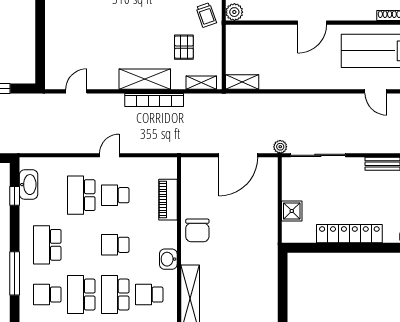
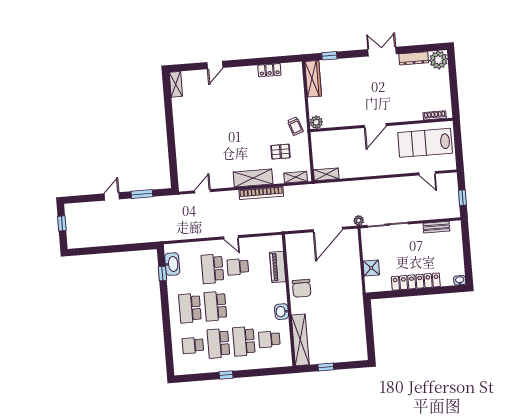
pallet: (184, 47) -> (280, 152), turned 90
door: (109, 155) -> (231, 237), swing flipped
school desk: (115, 245) -> (215, 306), moved, width x1.85
window: (15, 273) -> (167, 332), removed

